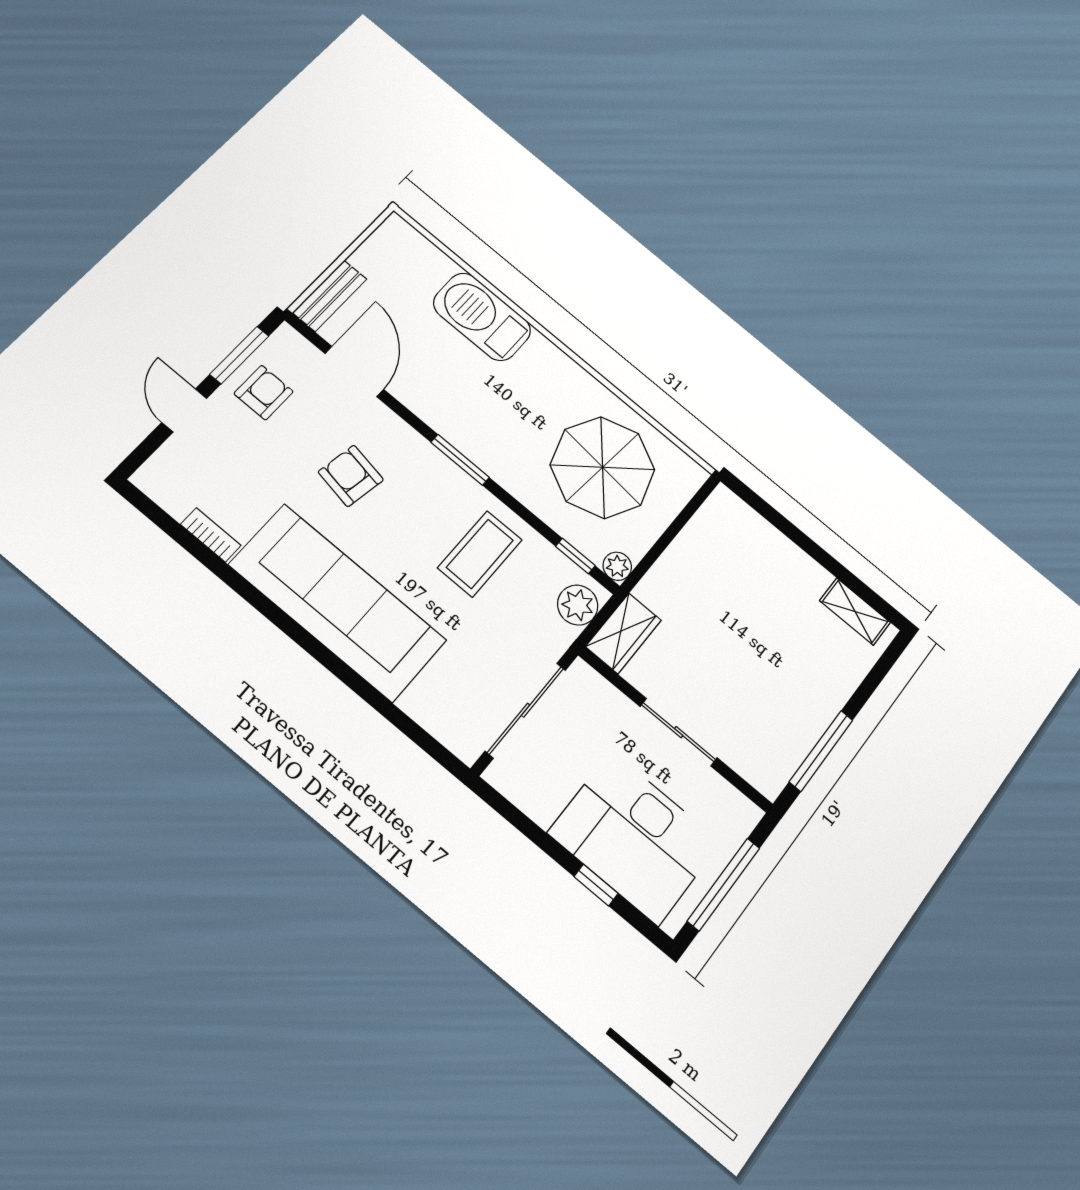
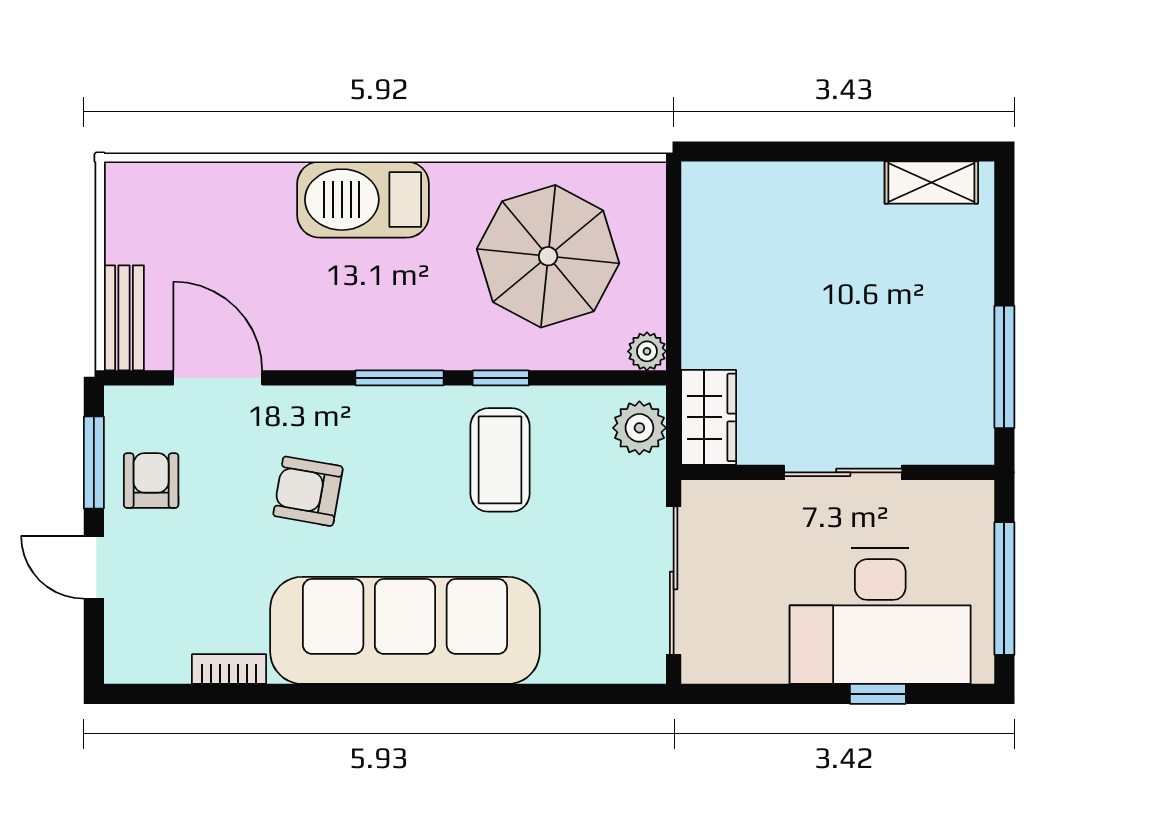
barbecue: (482, 317) -> (363, 200), moved
window: (575, 556) -> (501, 378), moved

